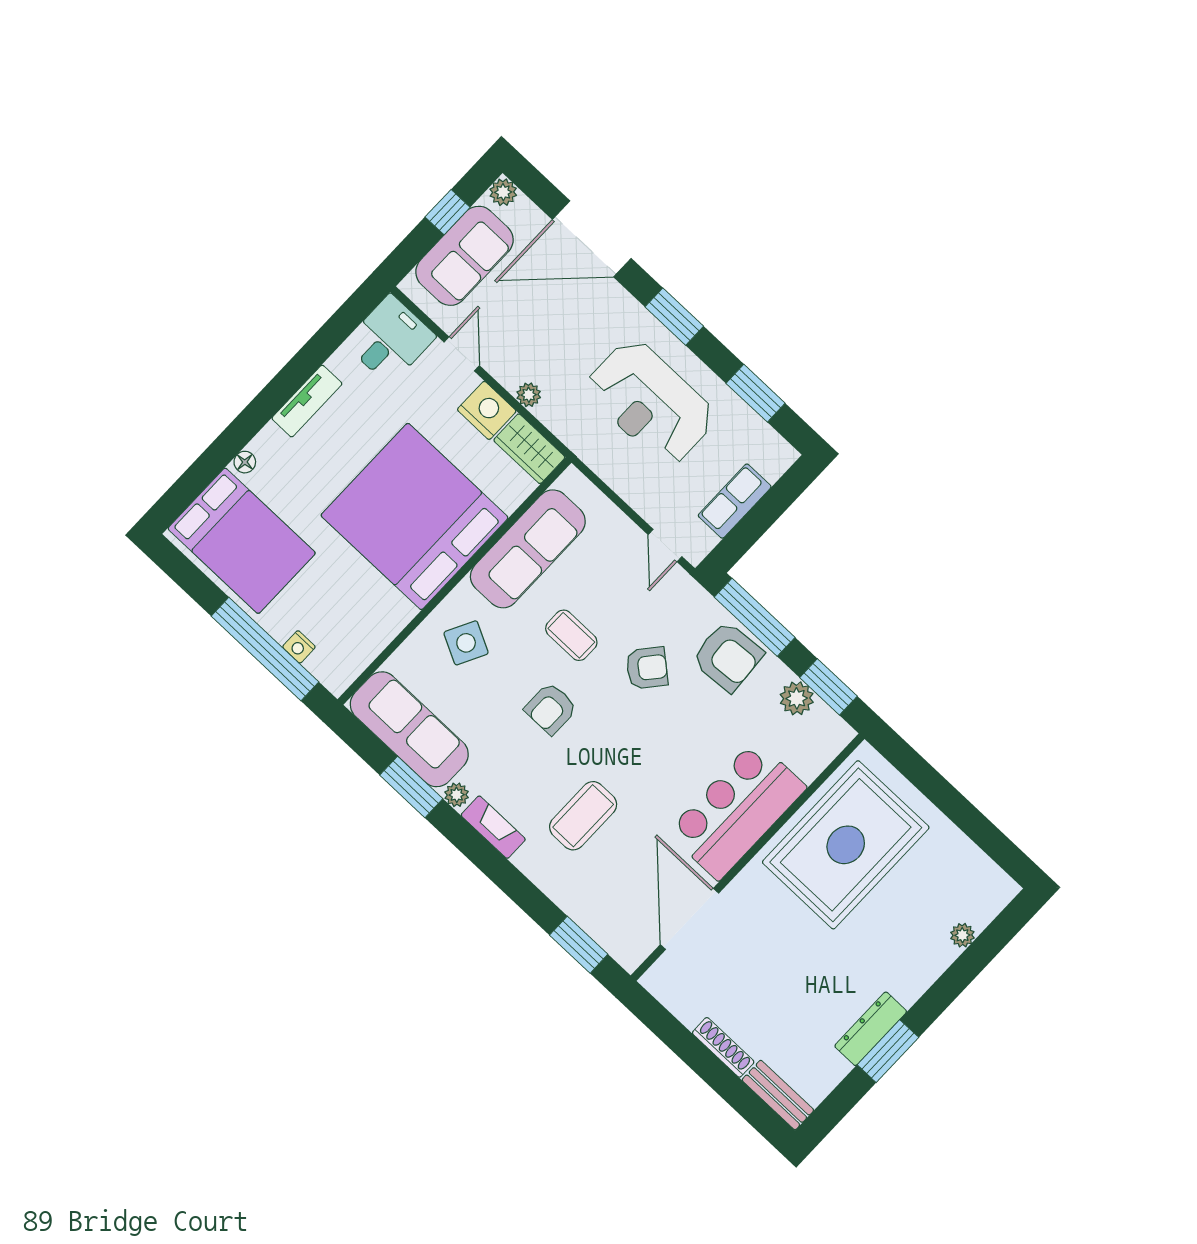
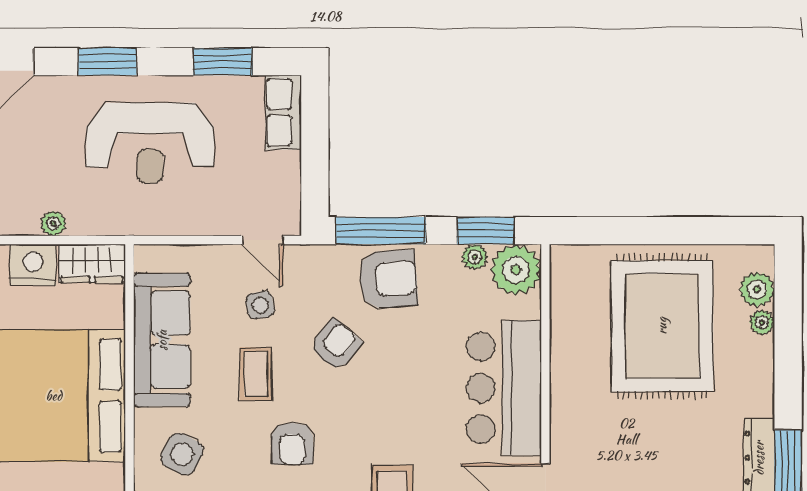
row of seats: (735, 501) -> (283, 112), moved
side table: (620, 590) -> (260, 305), added
coffee table: (571, 635) -> (256, 374), turned 90
plant: (797, 698) -> (475, 257), width x0.73, depth x0.73
plant: (824, 735) -> (516, 270), added
rug: (846, 845) -> (662, 326), moved
plant: (981, 909) -> (757, 289), added

